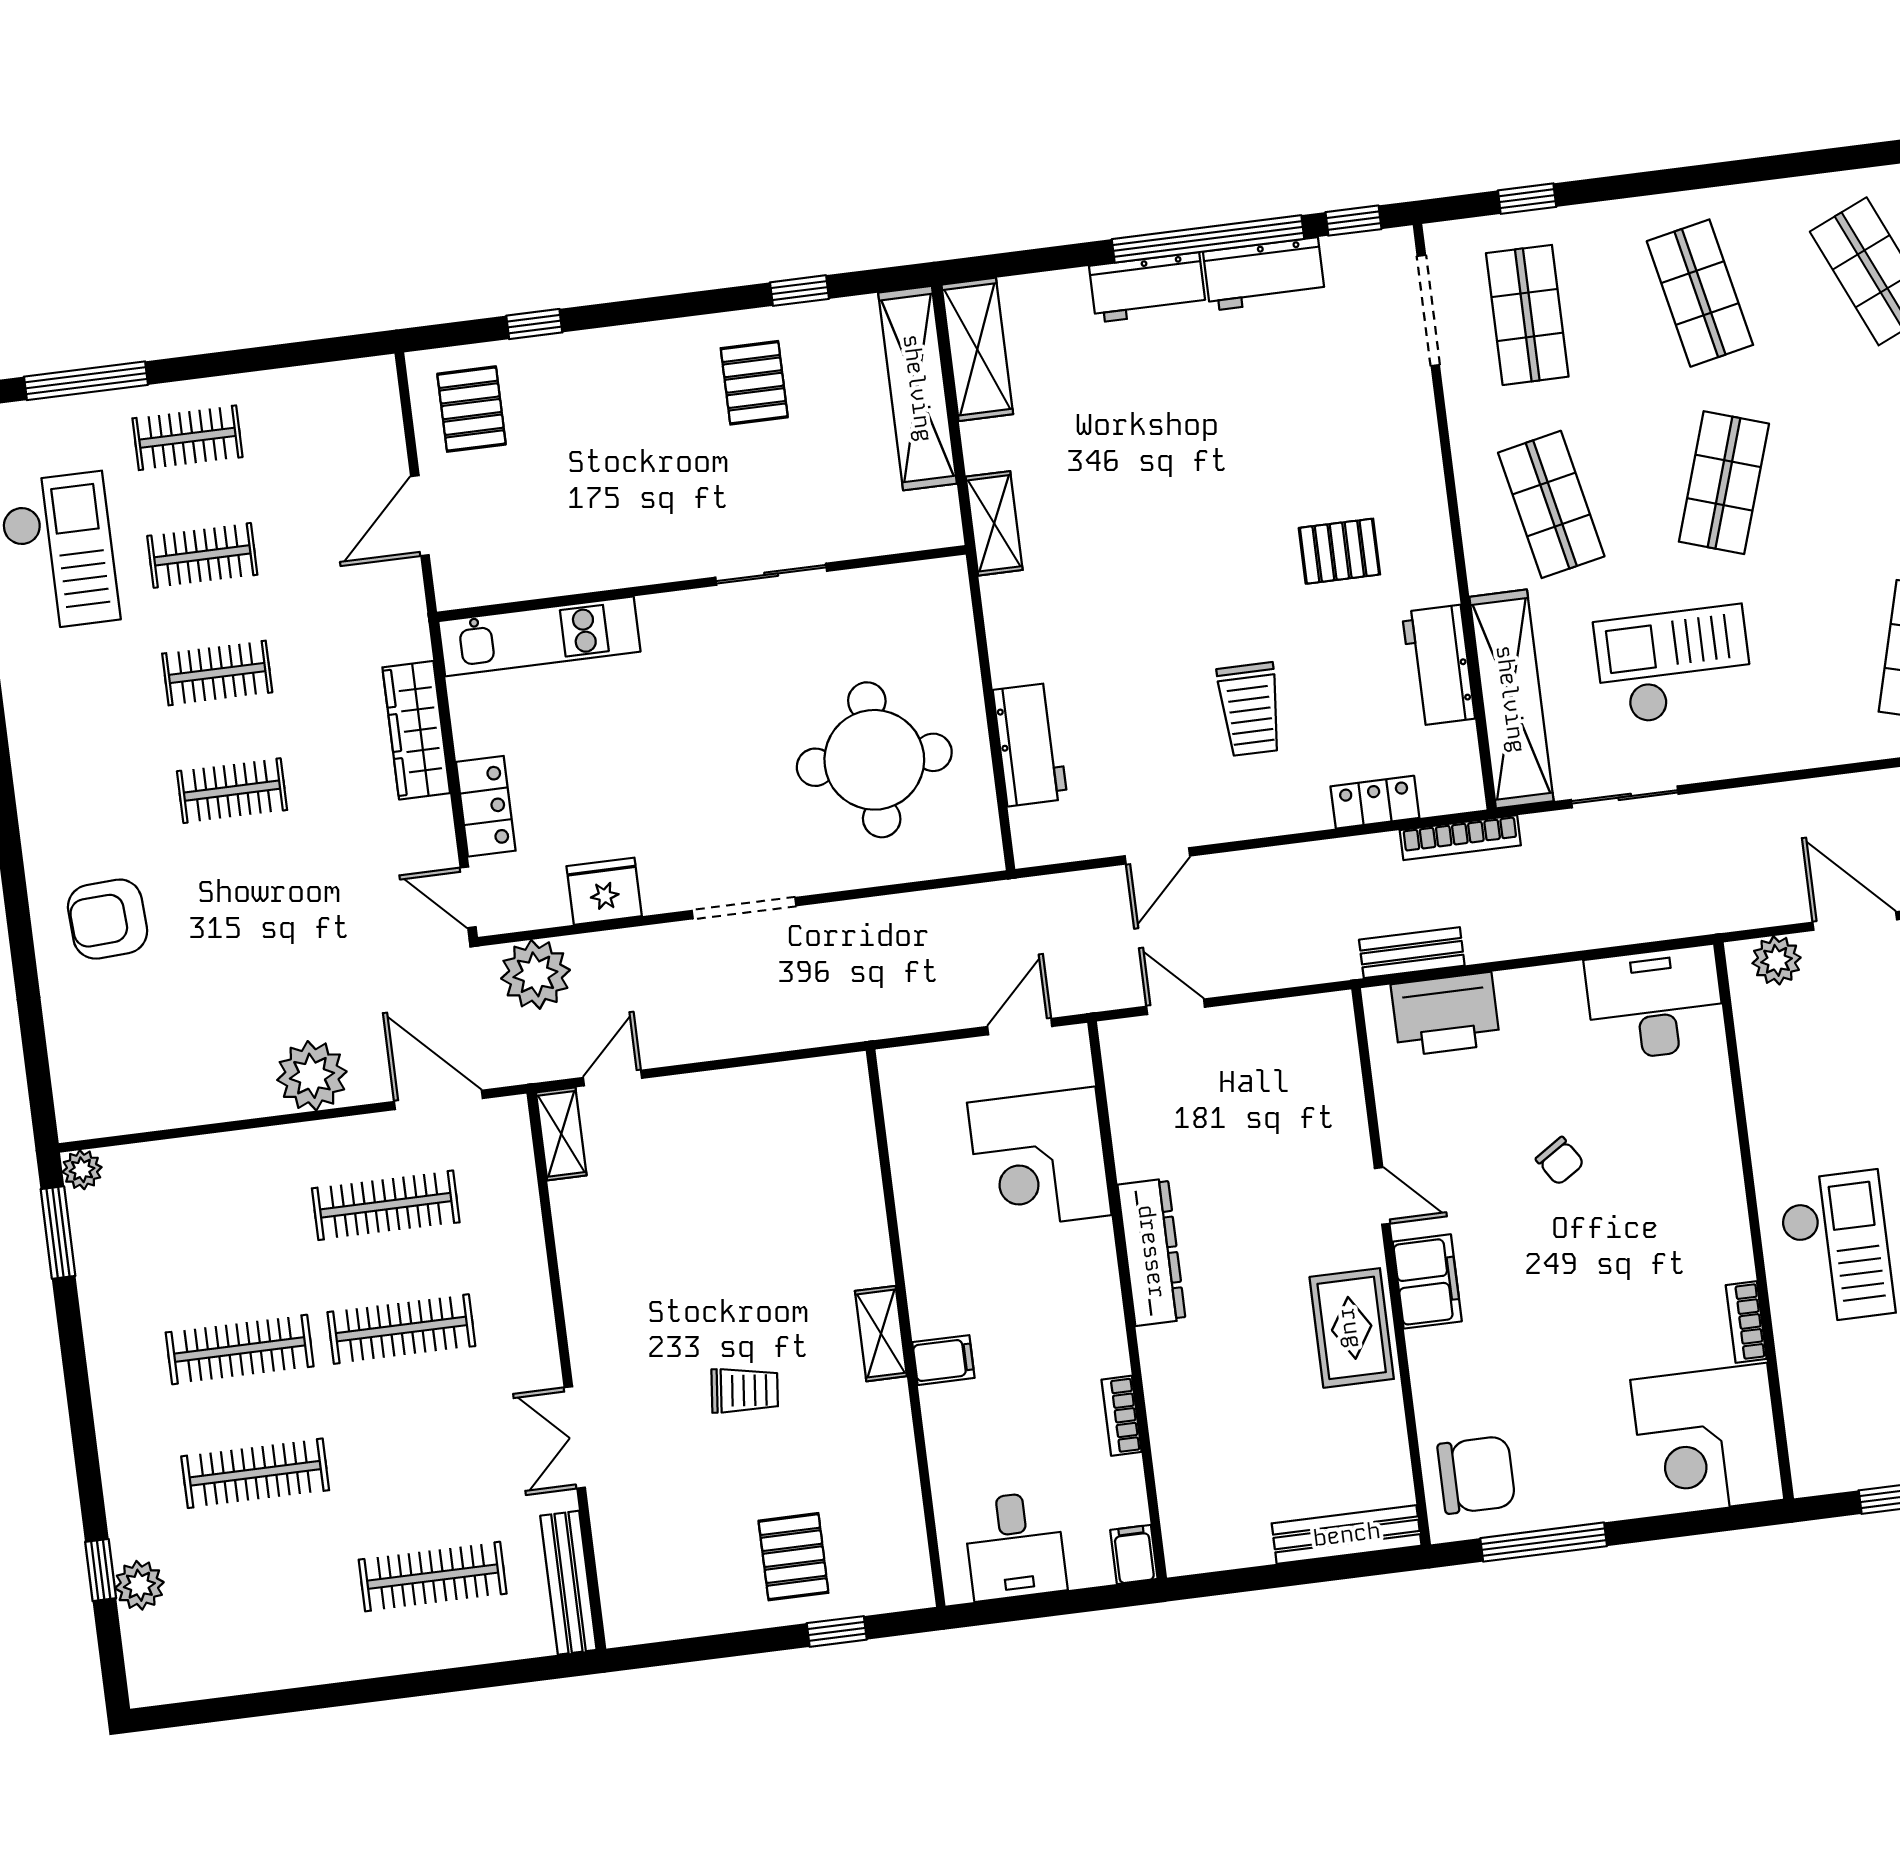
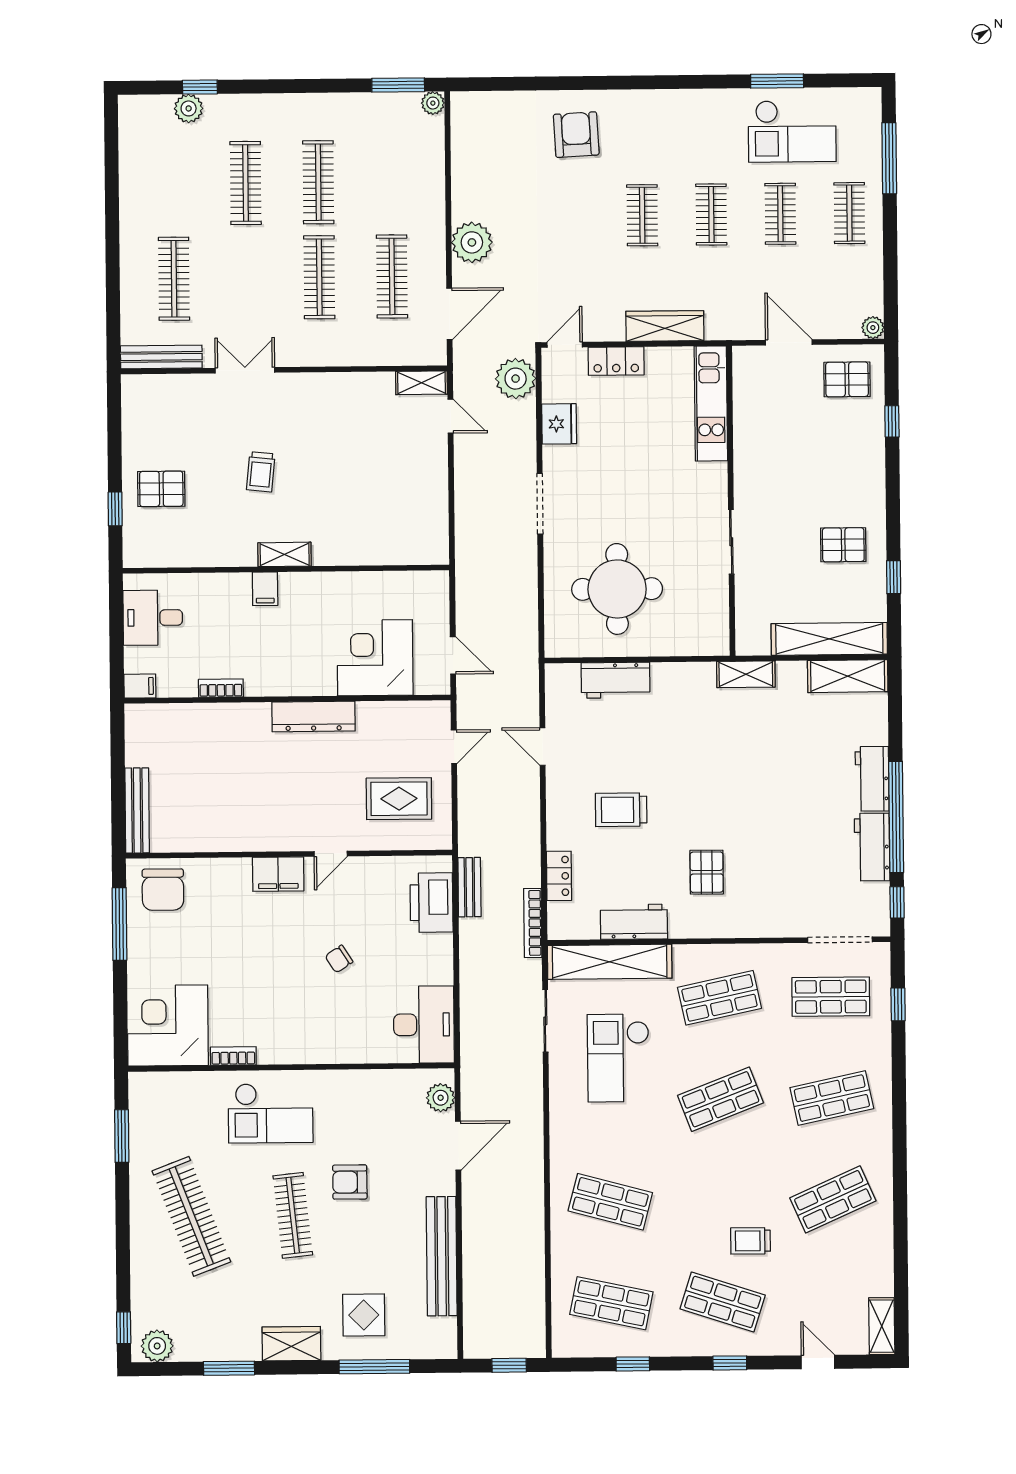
plant: (378, 375) -> (873, 328), added
shop shelf: (1724, 483) -> (721, 1099), turned -39
checkout: (1674, 665) -> (618, 1058), turned 180
rug: (1352, 1328) -> (399, 799), moved

